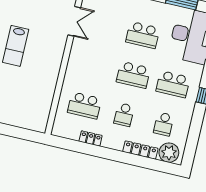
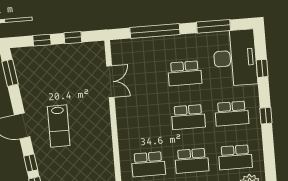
school desk: (124, 115) -> (192, 161), width x1.85
school desk: (164, 124) -> (235, 157), width x1.85

